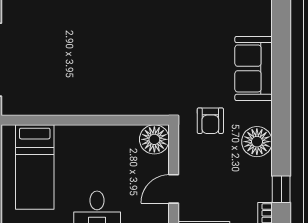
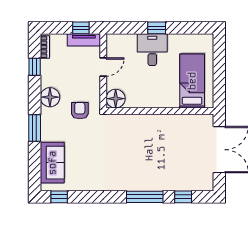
sofa: (254, 68) -> (52, 163), moved
window: (281, 94) -> (35, 128), added

